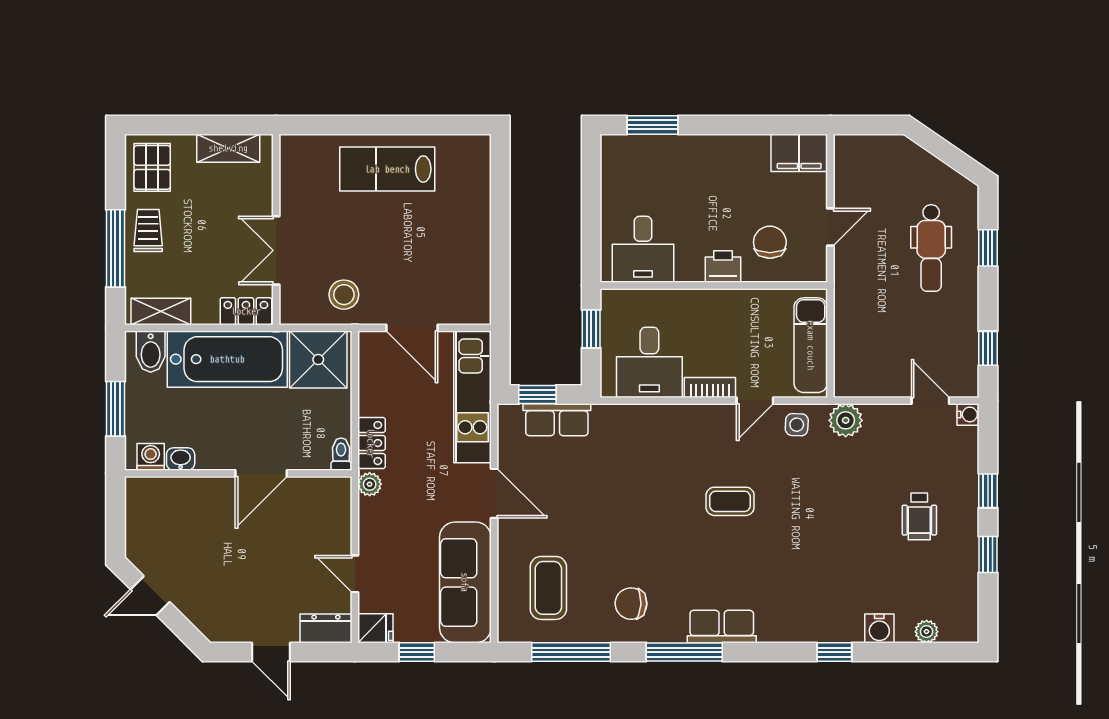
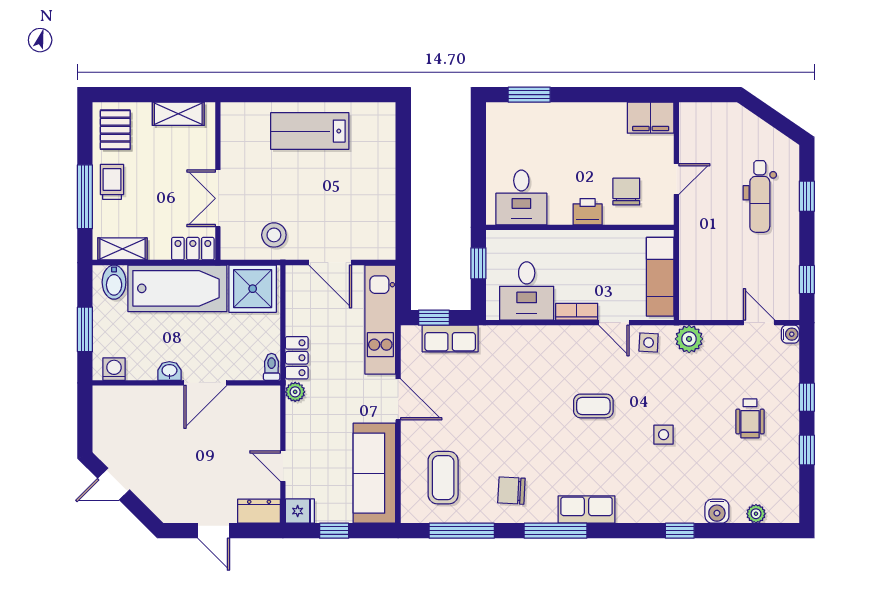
door: (755, 401) -> (614, 323), hinge flipped
washbasin: (181, 459) -> (169, 371), moved
side table: (815, 536) -> (664, 435), added

